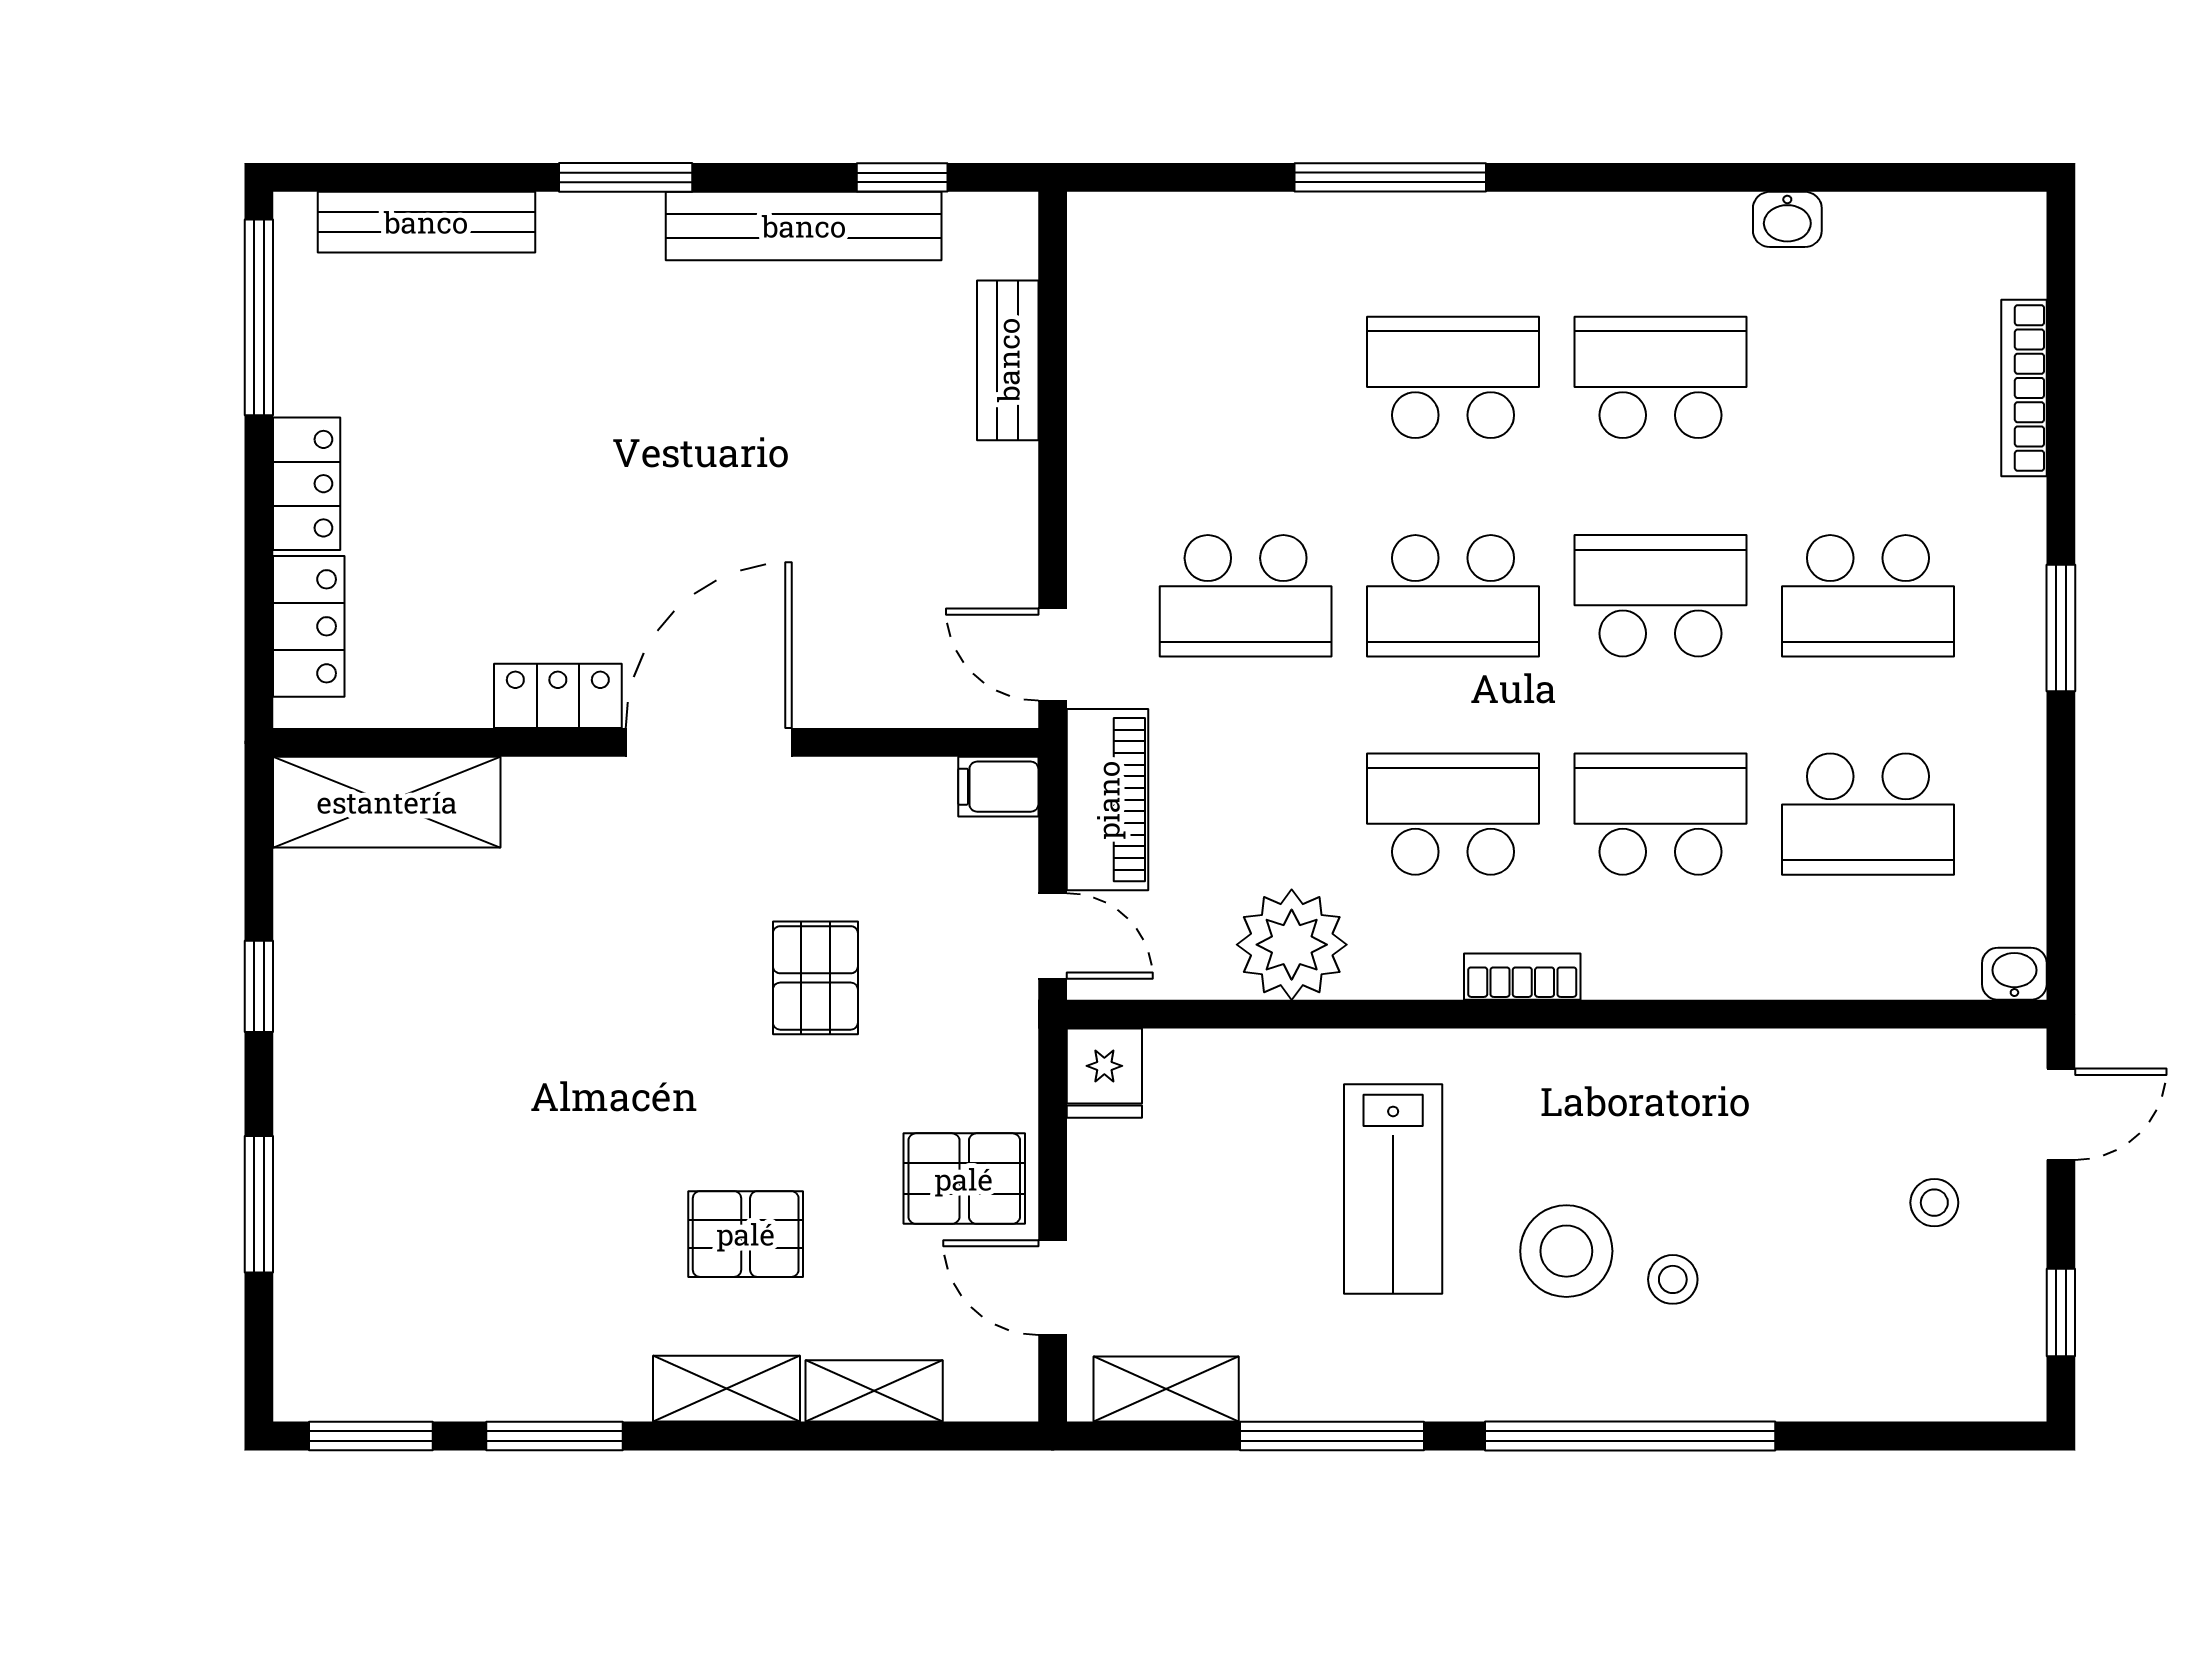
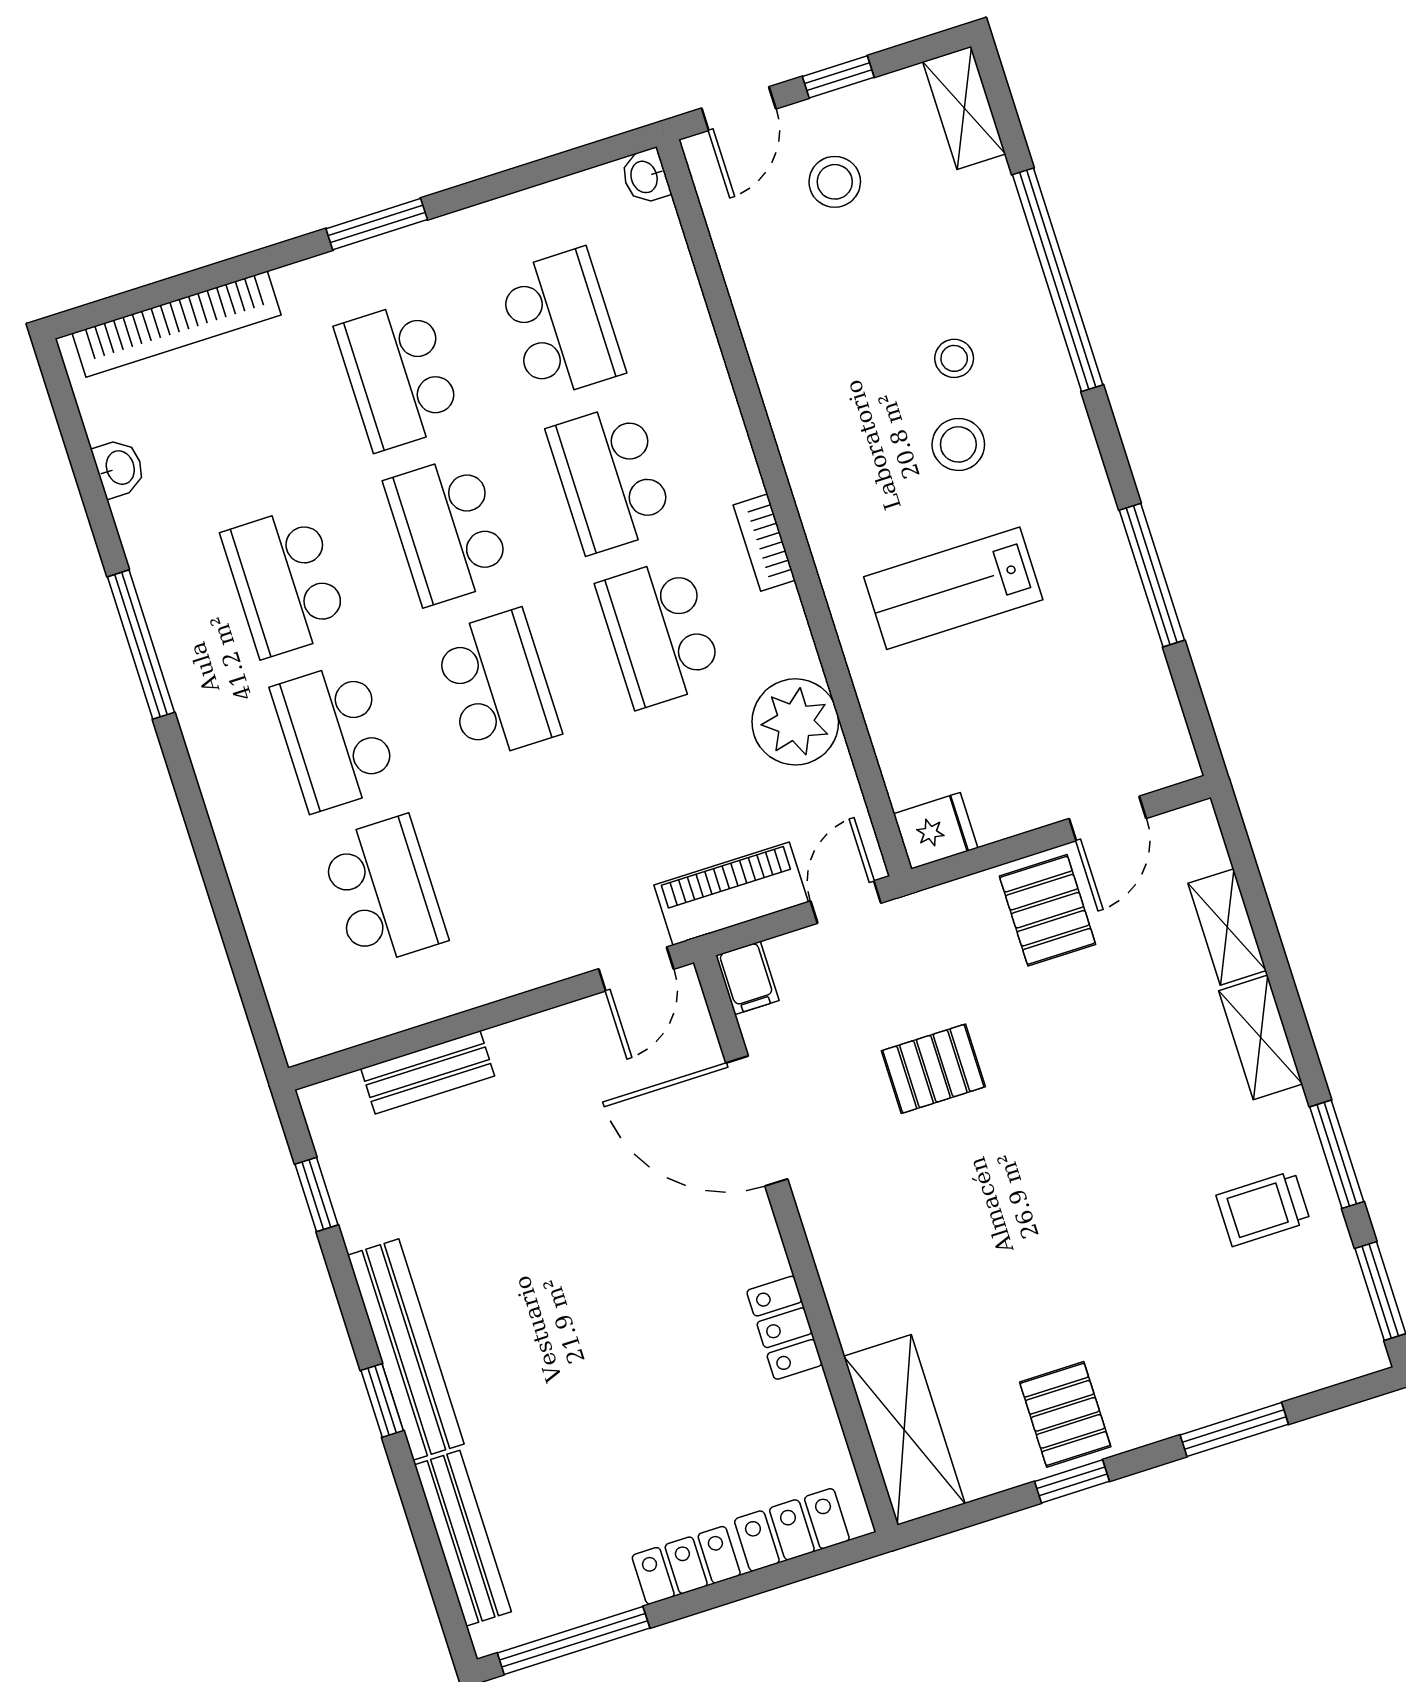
window: (626, 177) -> (382, 1401), width x0.67
window: (1390, 177) -> (141, 645), moved
washbasin: (1787, 219) -> (119, 468), moved
bench: (804, 226) -> (406, 1350), moved
bookcase: (2024, 388) -> (177, 324), width x1.48, depth x1.31
school desk: (1246, 596) -> (384, 891), moved
school desk: (1868, 596) -> (398, 376), turned 180
door: (709, 742) -> (757, 1121), moved
door: (2061, 1114) -> (739, 109), swing flipped
lab bench: (1393, 1189) -> (953, 588), turned 180
stool: (1934, 1203) -> (835, 182), width x1.37, depth x1.37
pallet: (746, 1234) -> (1065, 1414), moved
stool: (1566, 1251) -> (958, 444), width x0.73, depth x0.73
window: (2061, 1312) -> (838, 77), moved
trolley: (517, 1325) -> (1263, 1208), added
shelving: (1166, 1389) -> (964, 108), moved
window: (1630, 1436) -> (1058, 280), moved

